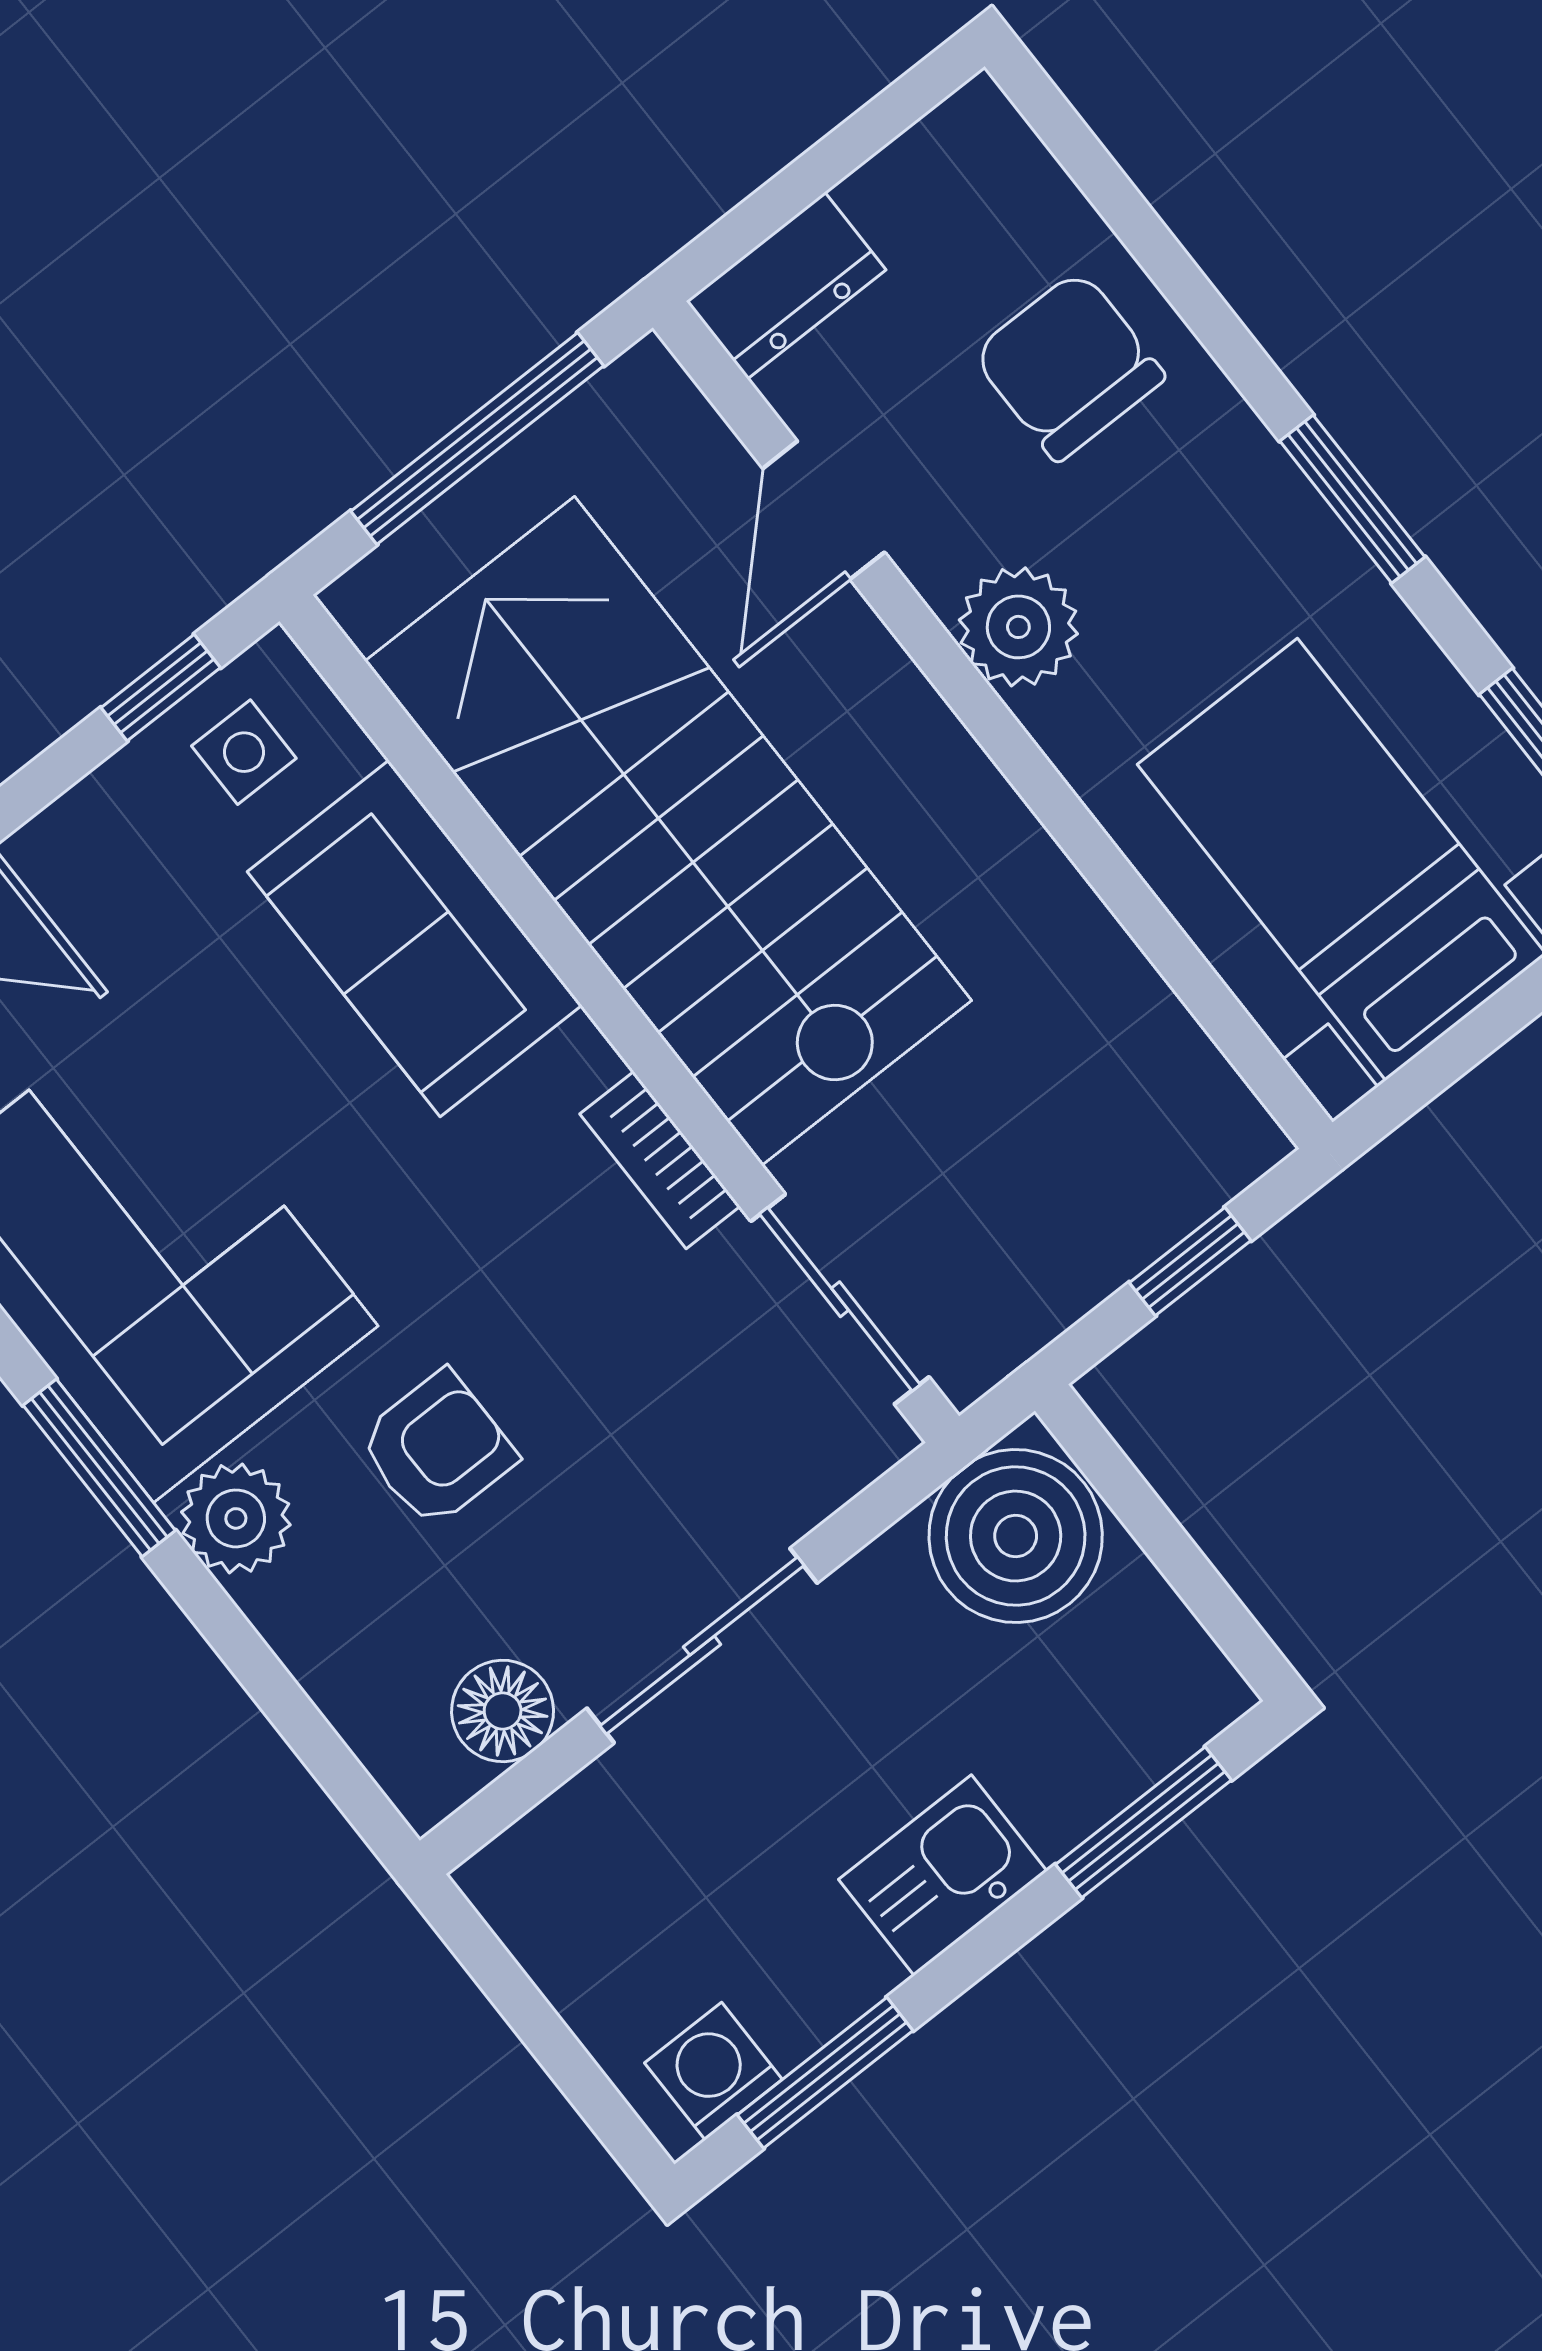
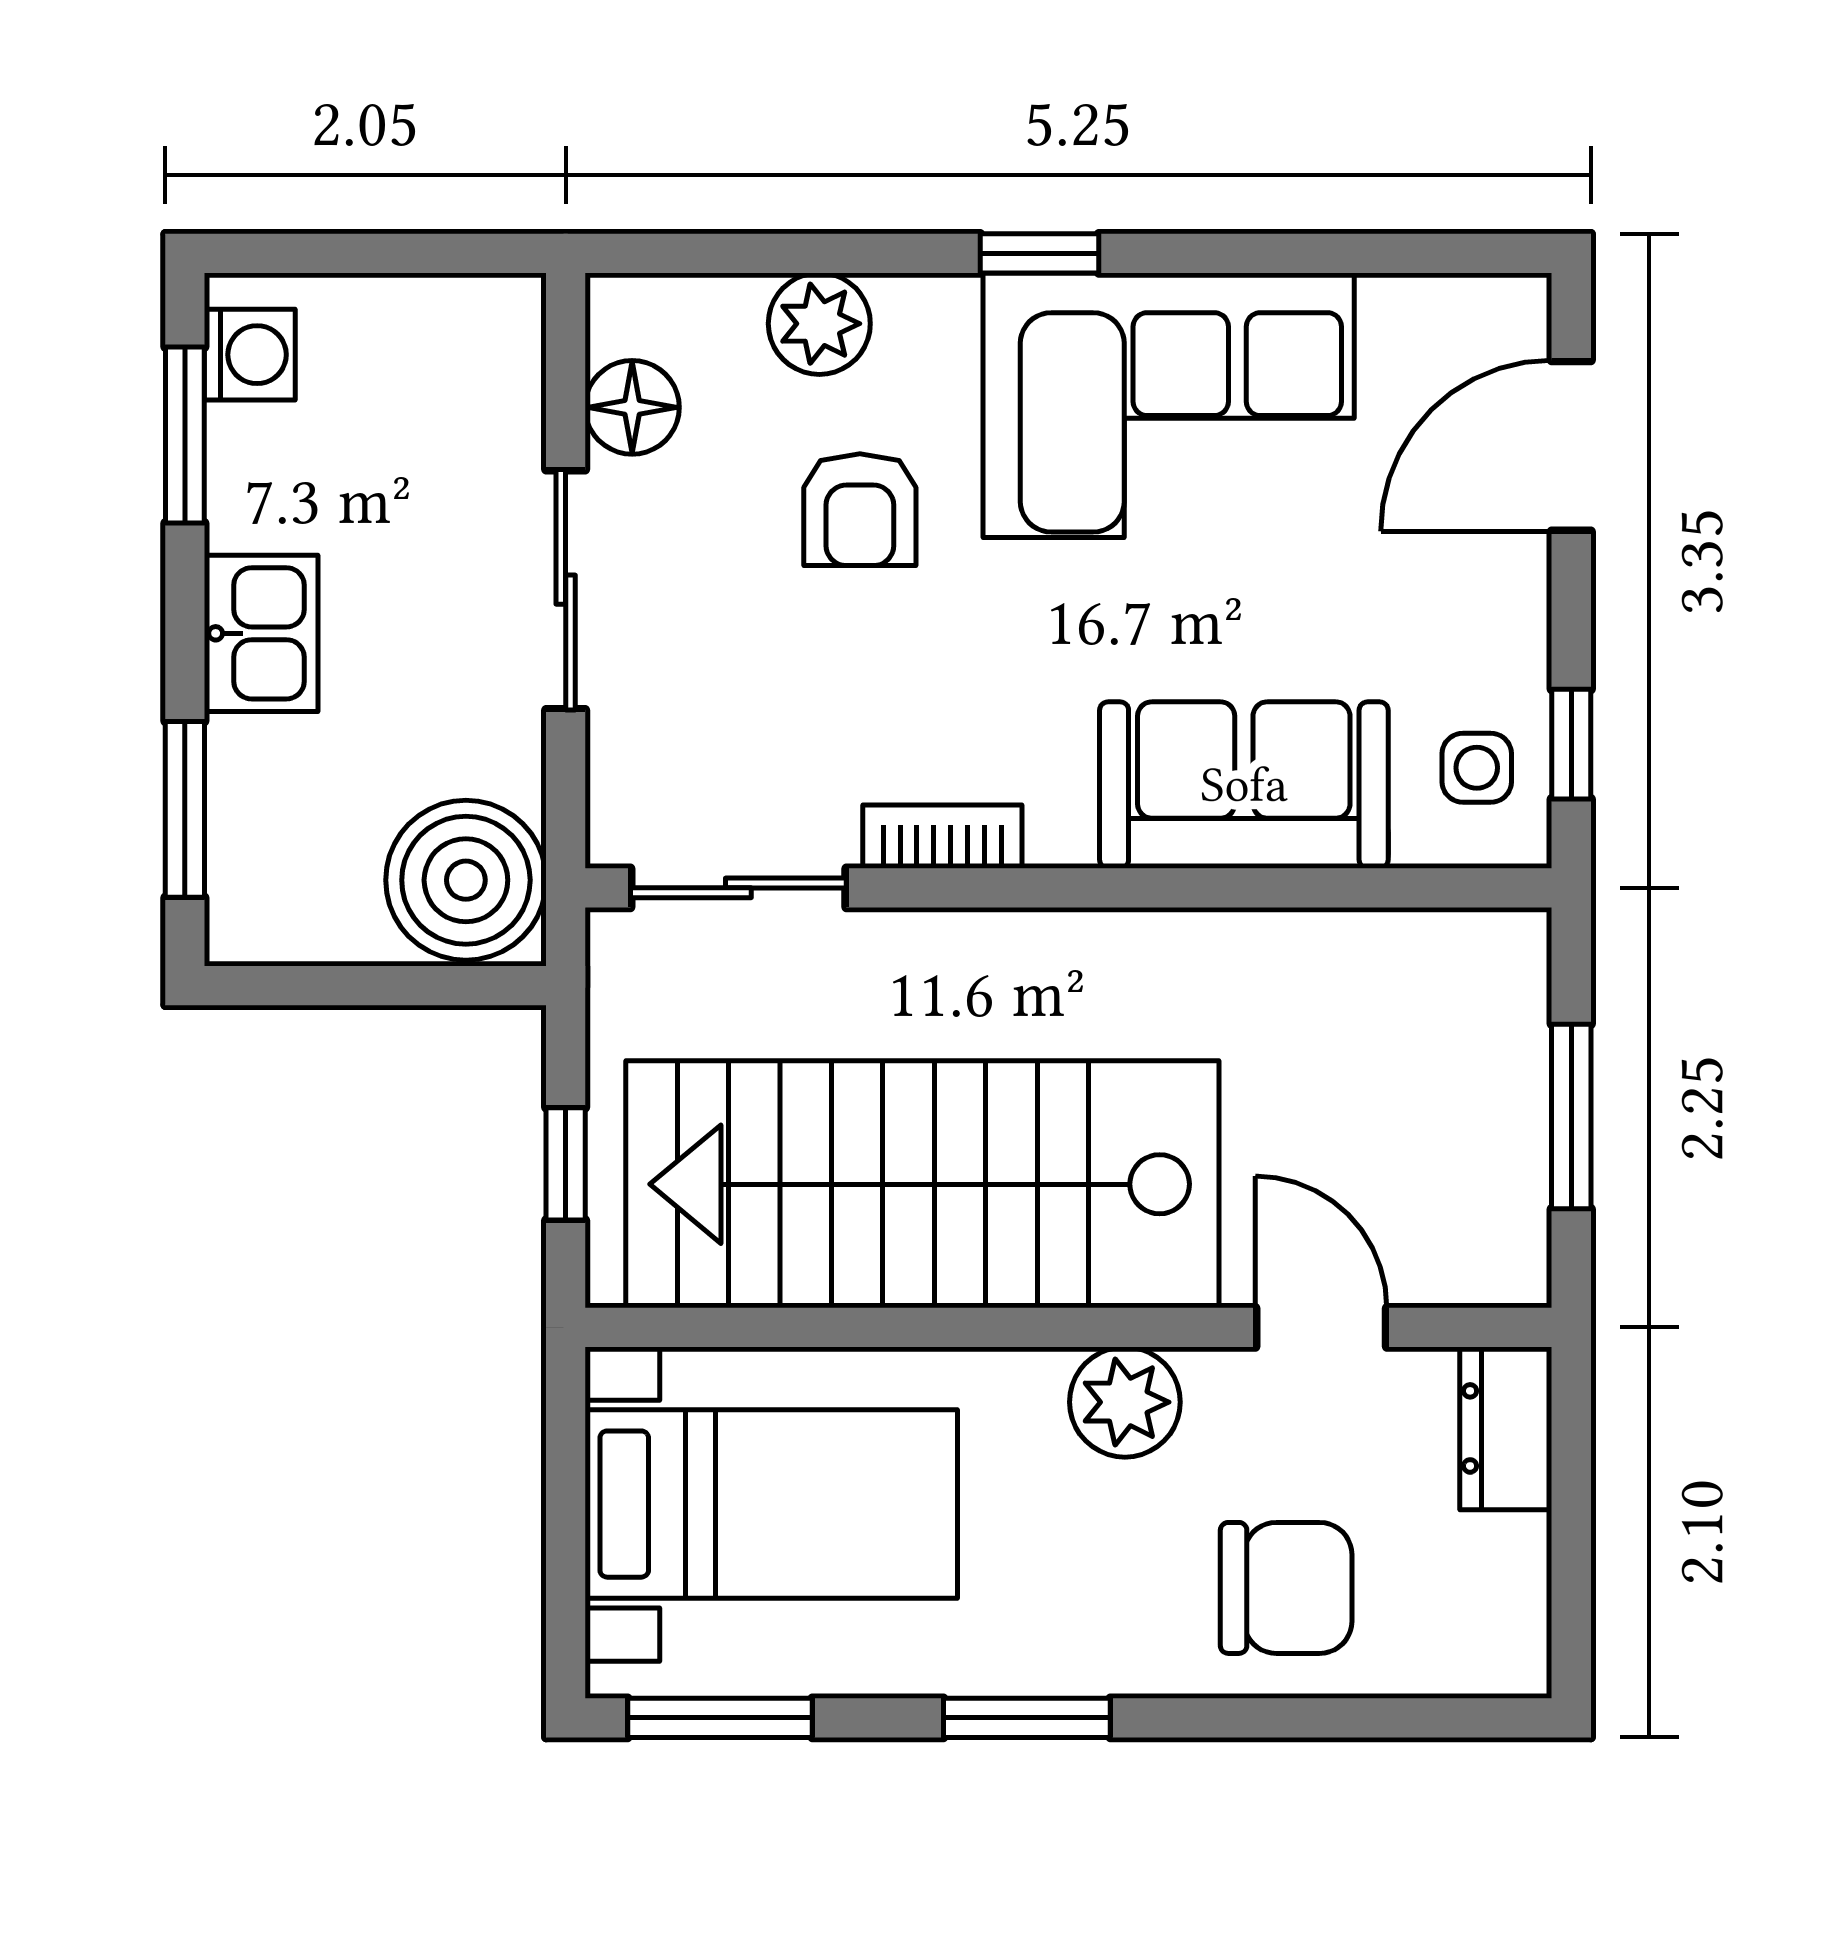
window: (477, 438) -> (1571, 1117), width x0.69
stairs: (668, 831) -> (922, 1184), moved, turned 180
window: (99, 1468) -> (1039, 253), width x0.67
plant: (236, 1518) -> (819, 324), moved

